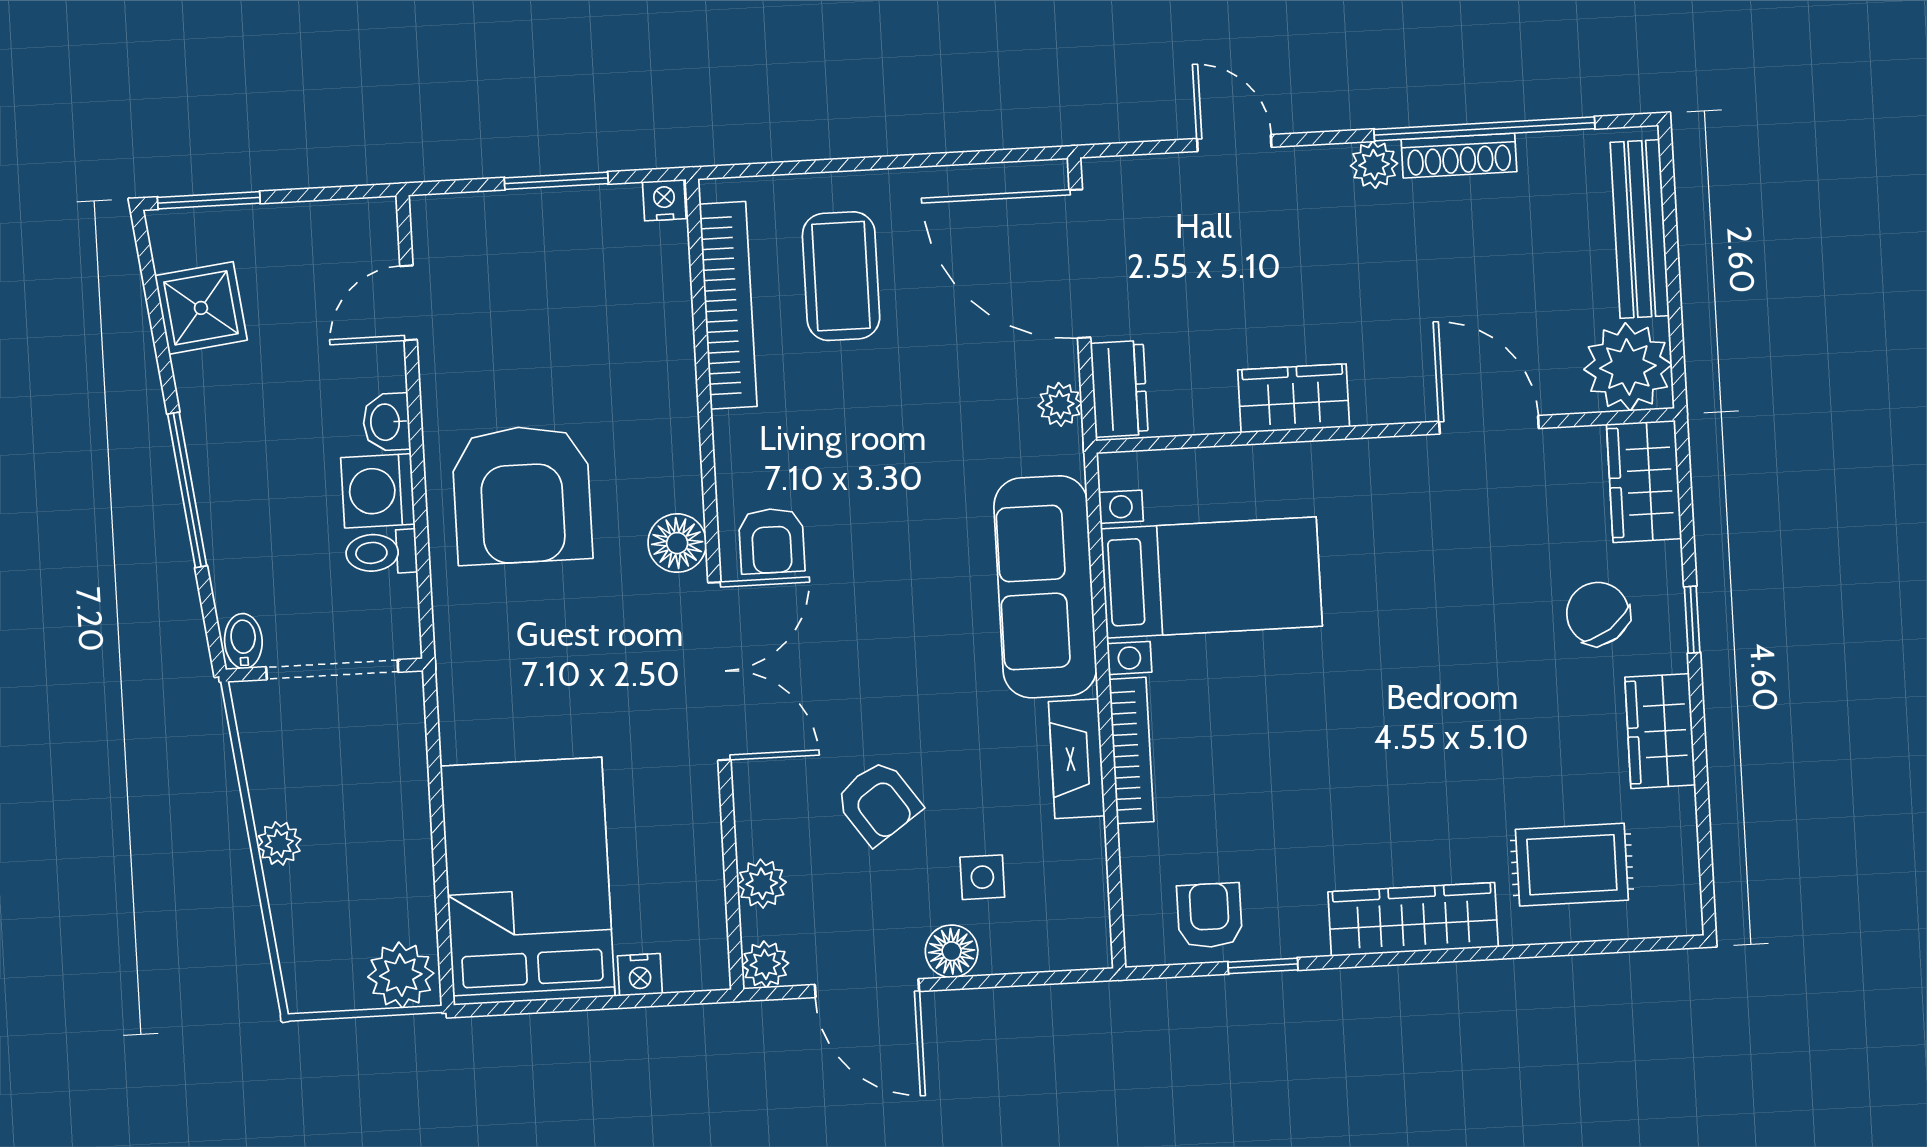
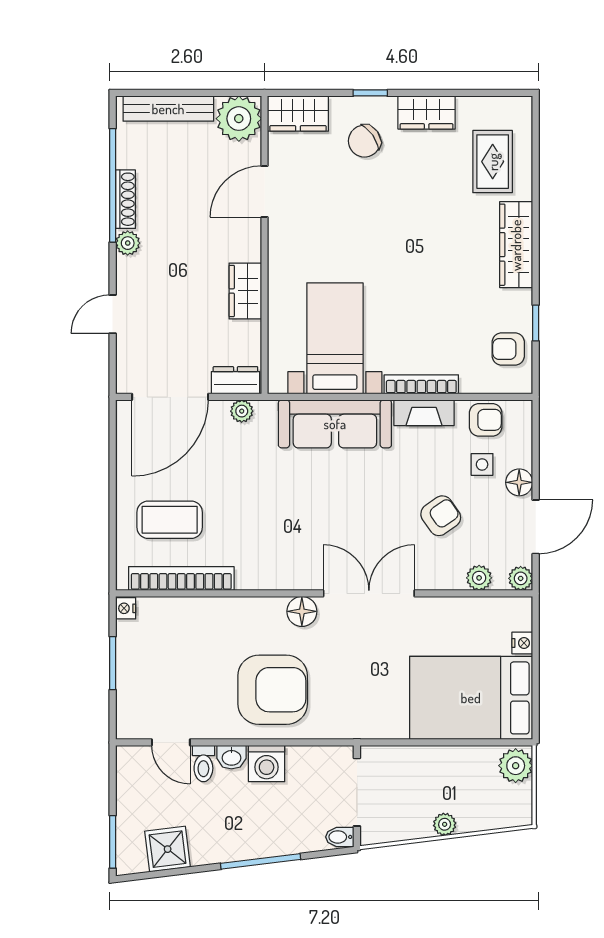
armchair: (772, 541) -> (486, 420), moved
toilet: (381, 552) -> (203, 764), moved

